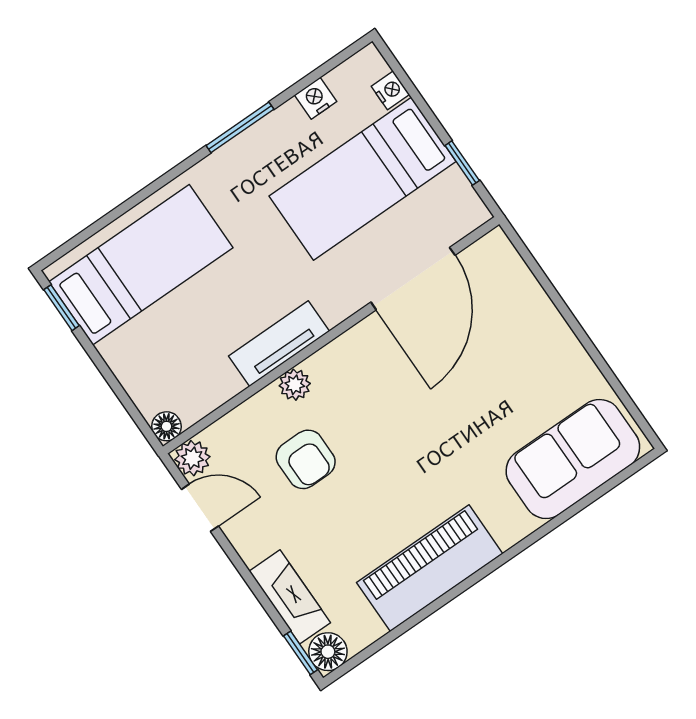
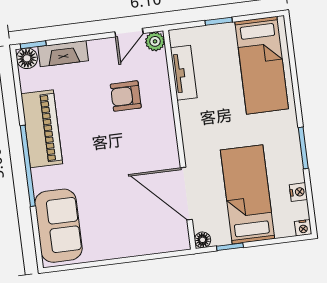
nightstand: (390, 90) -> (303, 228), moved
window: (61, 308) -> (219, 21), moved
tv unit: (279, 344) -> (184, 73), moved
plant: (295, 385) -> (165, 110), removed
floor lamp: (166, 426) -> (203, 240), moved
window: (502, 560) -> (28, 166), added

